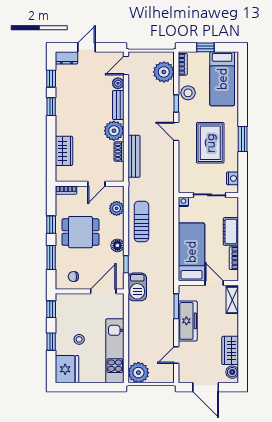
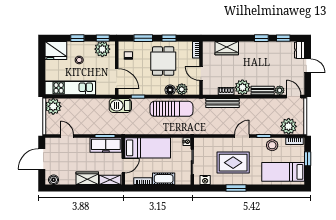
sun lounger: (142, 221) -> (171, 109), width x1.36, depth x1.34
floor lamp: (117, 245) -> (170, 90), moved
plant: (65, 310) -> (102, 49), added
freezer: (188, 321) -> (106, 145), moved
wardrobe: (230, 350) -> (87, 178), moved

